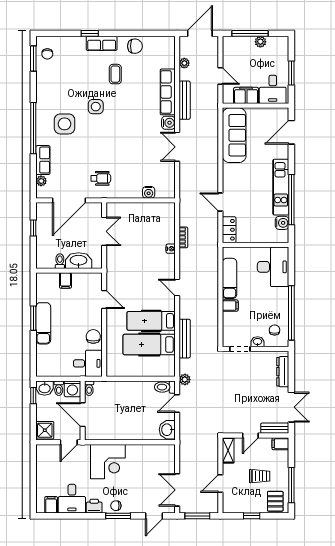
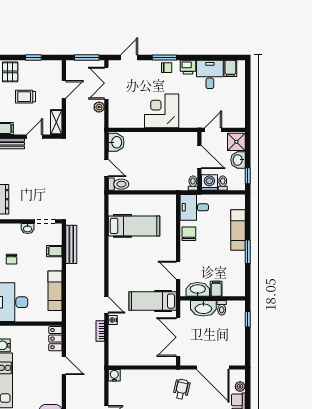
wheelchair: (101, 178) -> (182, 389), turned 103
water cooler: (149, 192) -> (114, 375), moved
door: (69, 200) -> (213, 367), swing flipped
window: (33, 228) -> (248, 319), moved
double door: (104, 231) -> (178, 337), width x1.37
washbasin: (84, 280) -> (198, 289), added
door: (177, 287) -> (106, 305), moved
filing cabinet: (230, 306) -> (54, 251), moved
hospital bed: (151, 321) -> (153, 301), moved, turned 180
exam couch: (43, 323) -> (238, 230), moved
chair: (275, 330) -> (11, 259), moved
chair: (93, 336) -> (189, 234), turned 180
bench: (185, 339) -> (71, 244), moved
plant: (185, 379) -> (99, 107), moved
washbasin: (45, 388) -> (238, 160), moved, turned -90
door: (177, 403) -> (106, 168), hinge flipped
corner desk: (108, 462) -> (162, 111), moved
double door: (177, 490) -> (106, 83), swing flipped

